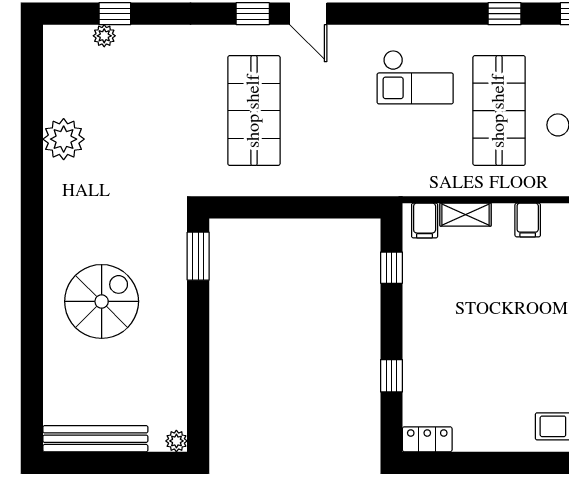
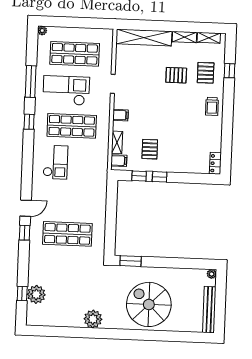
plant: (104, 36) -> (36, 294), width x1.88, depth x1.88
plant: (64, 139) -> (93, 319), moved
pallet: (453, 289) -> (150, 149), added
spiral stairs: (102, 301) -> (149, 304), width x1.37, depth x1.37
window: (391, 376) -> (160, 177), moved

